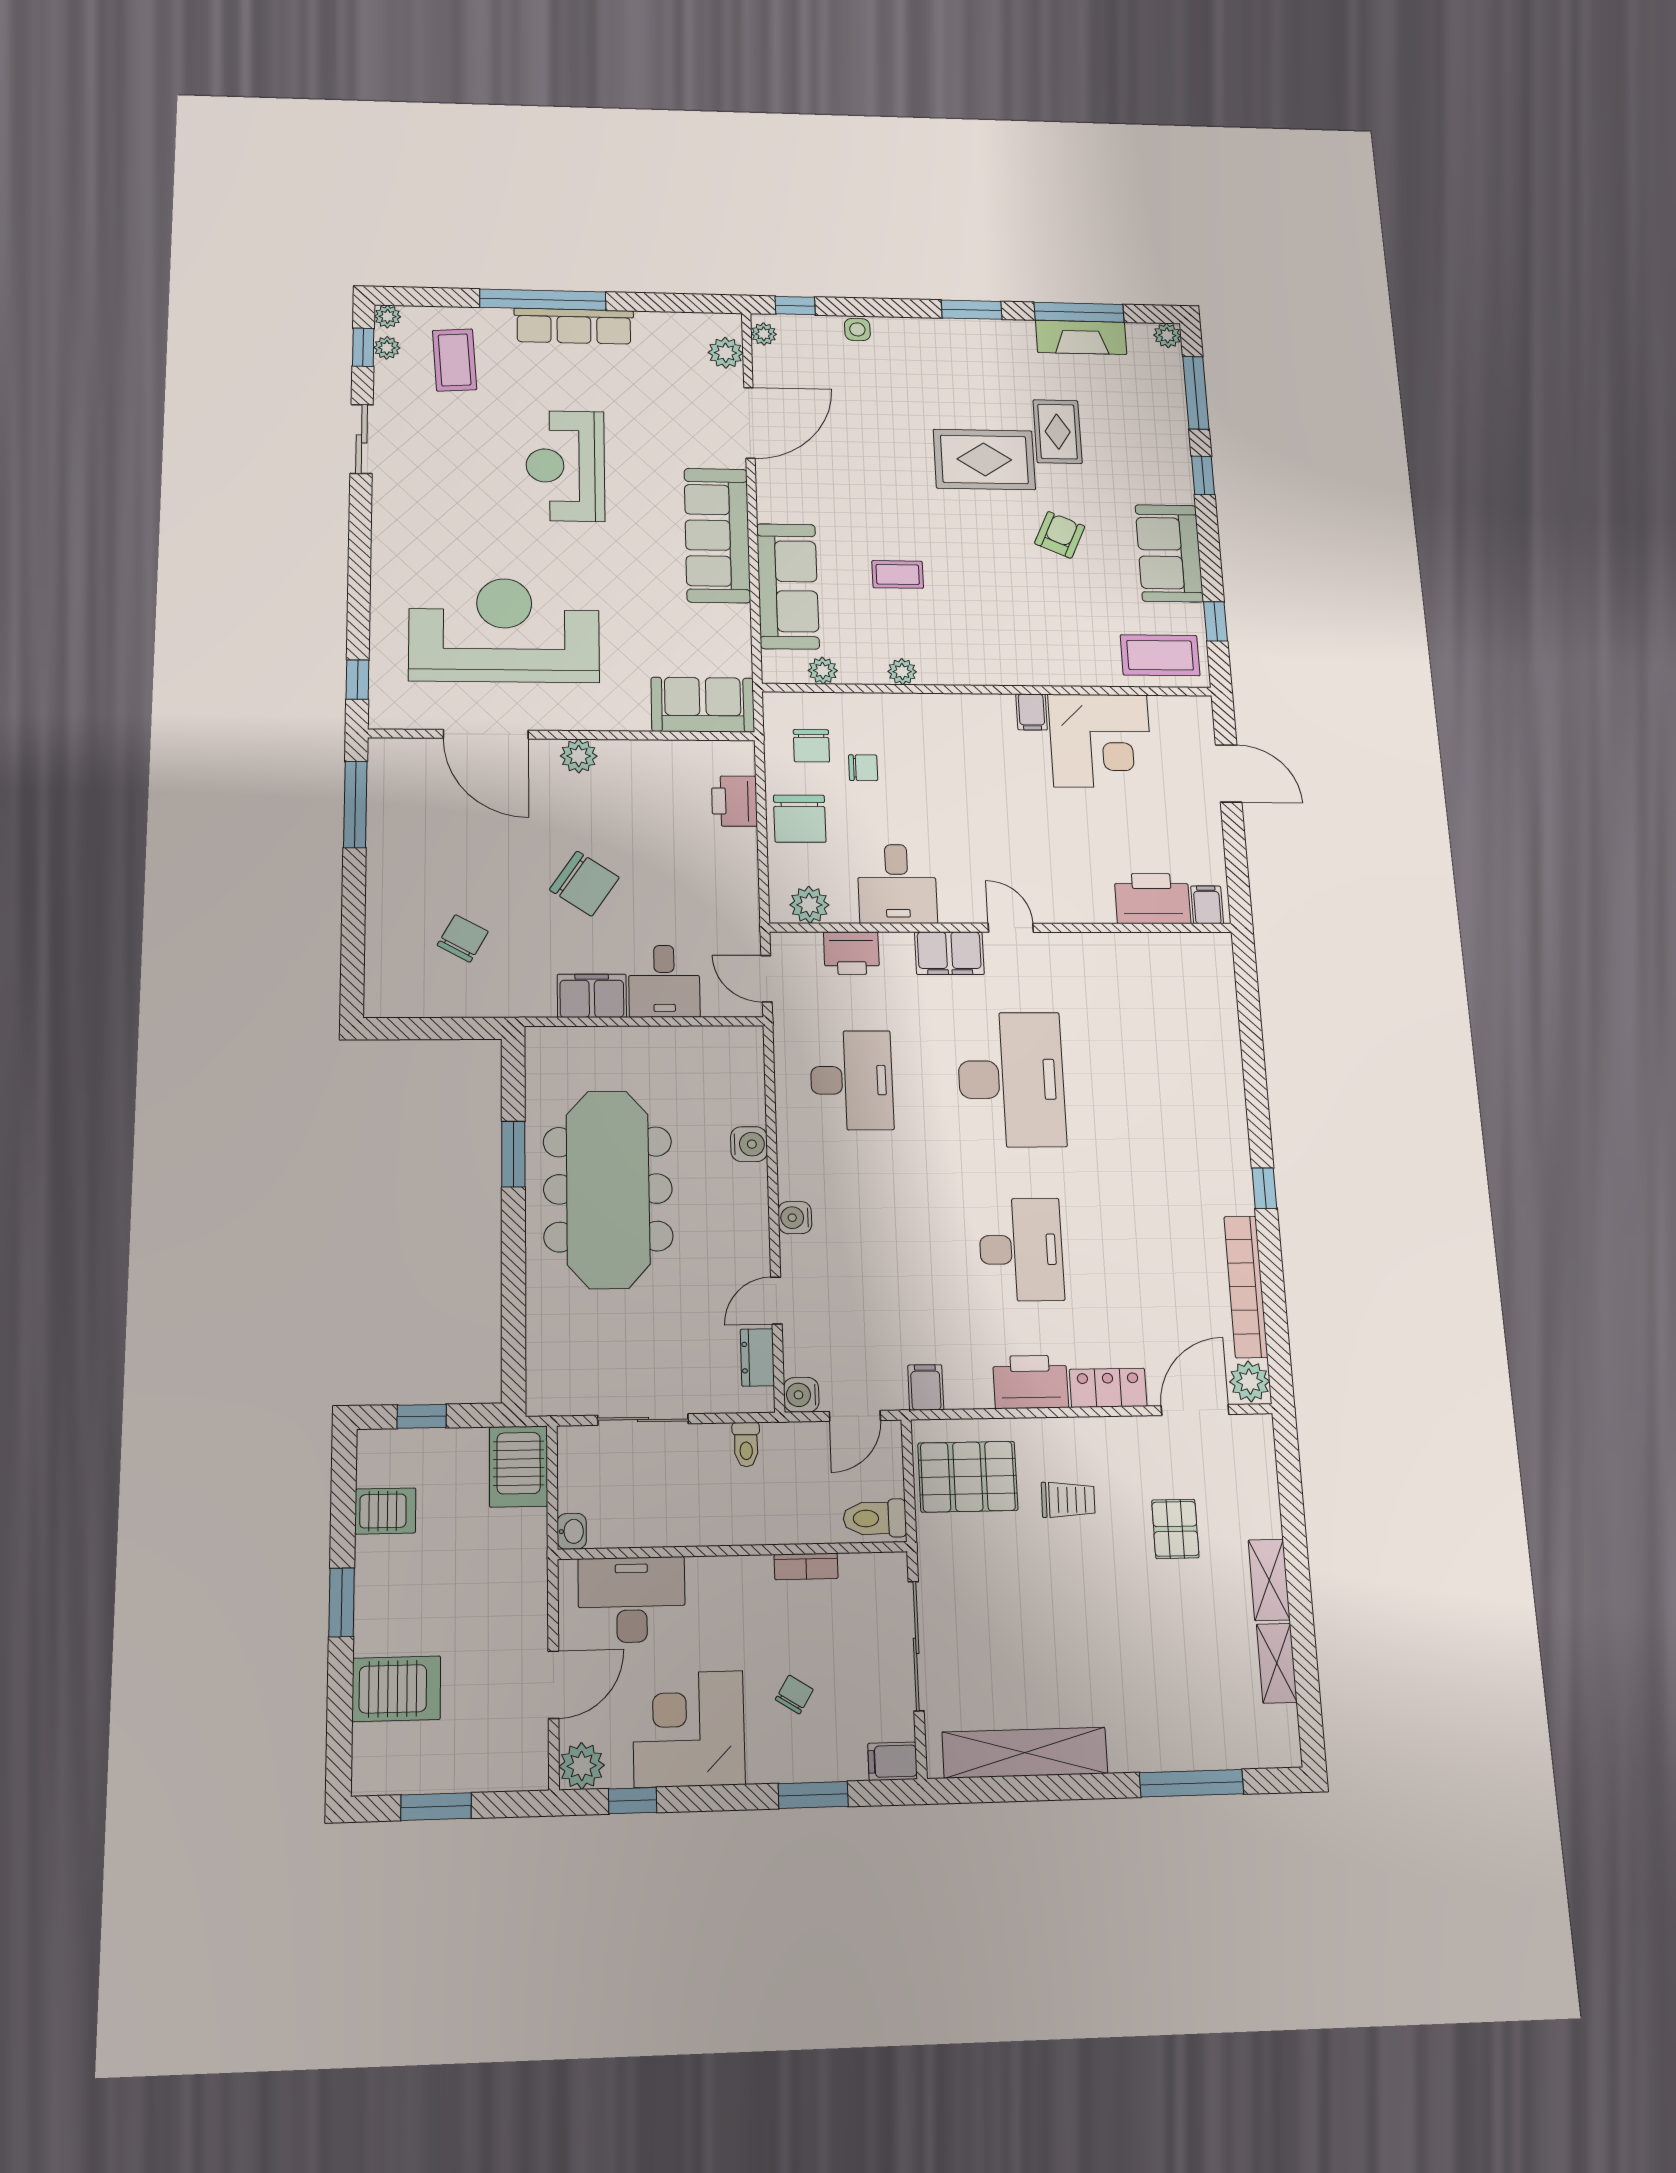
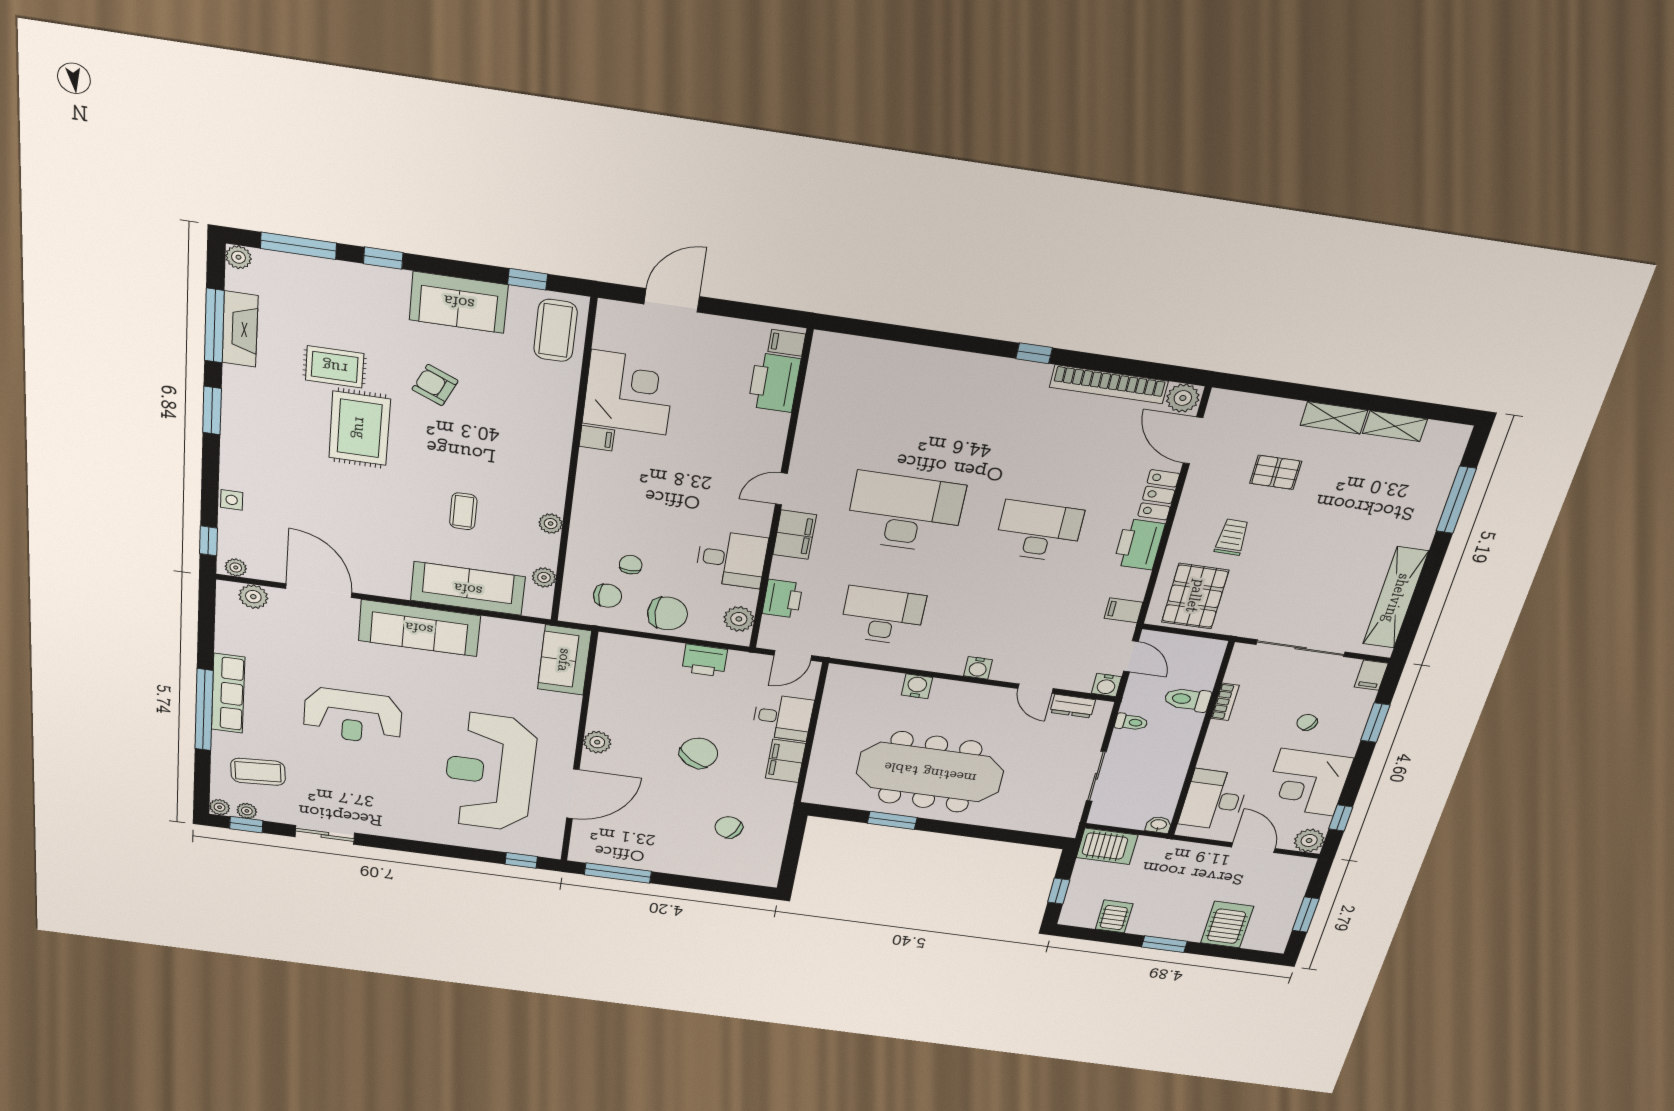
printer: (734, 801) -> (705, 660), moved
toilet: (875, 1518) -> (1187, 699), moved, turned 90

